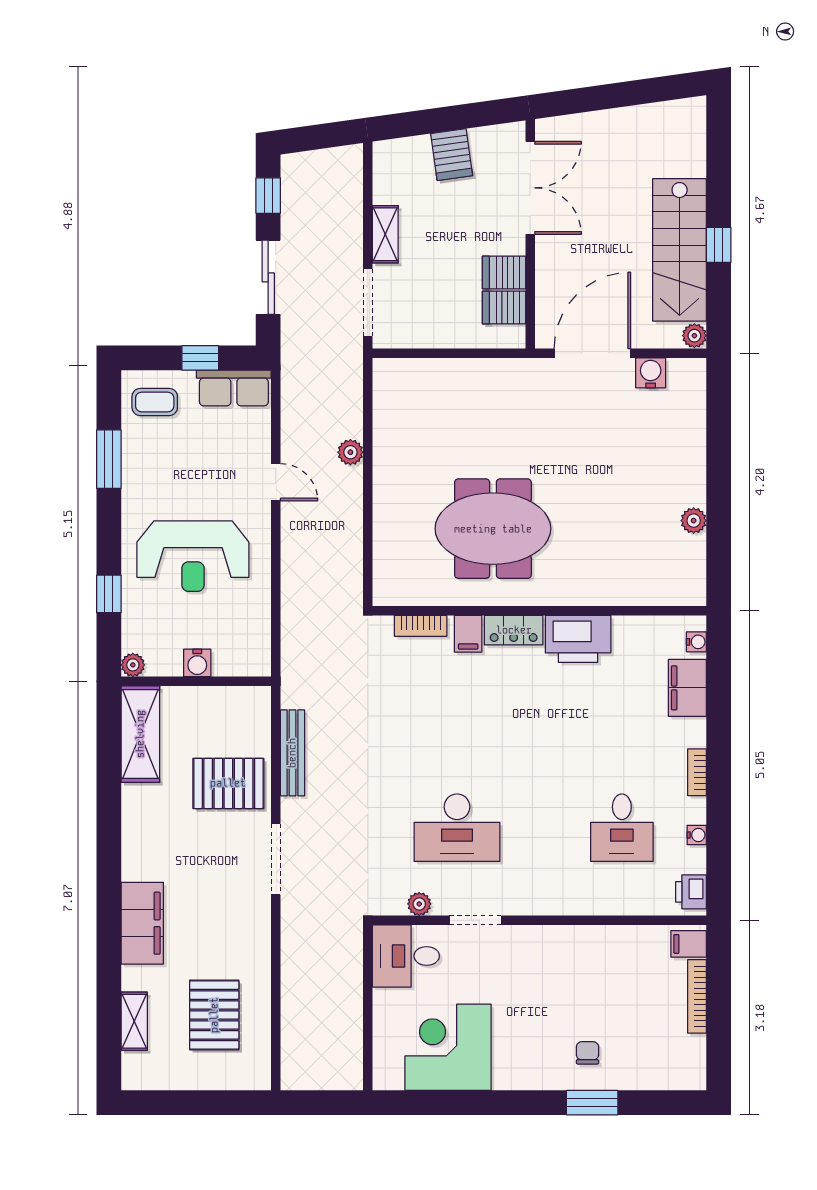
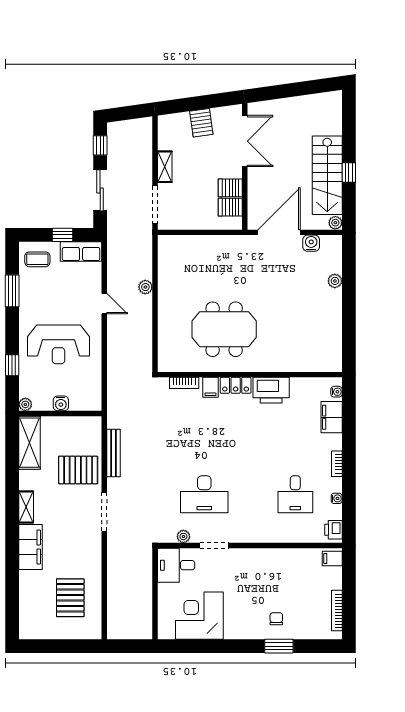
plant: (694, 521) -> (335, 281), moved
bookcase: (697, 996) -> (337, 611), moved
shelving: (134, 1021) -> (26, 507), moved

